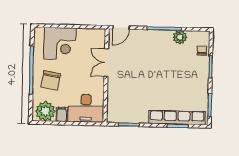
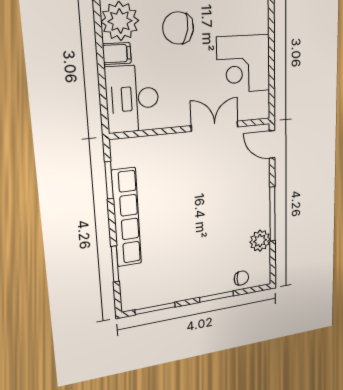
corner desk: (60, 43) -> (243, 64), moved
row of seats: (177, 118) -> (127, 218), moved

